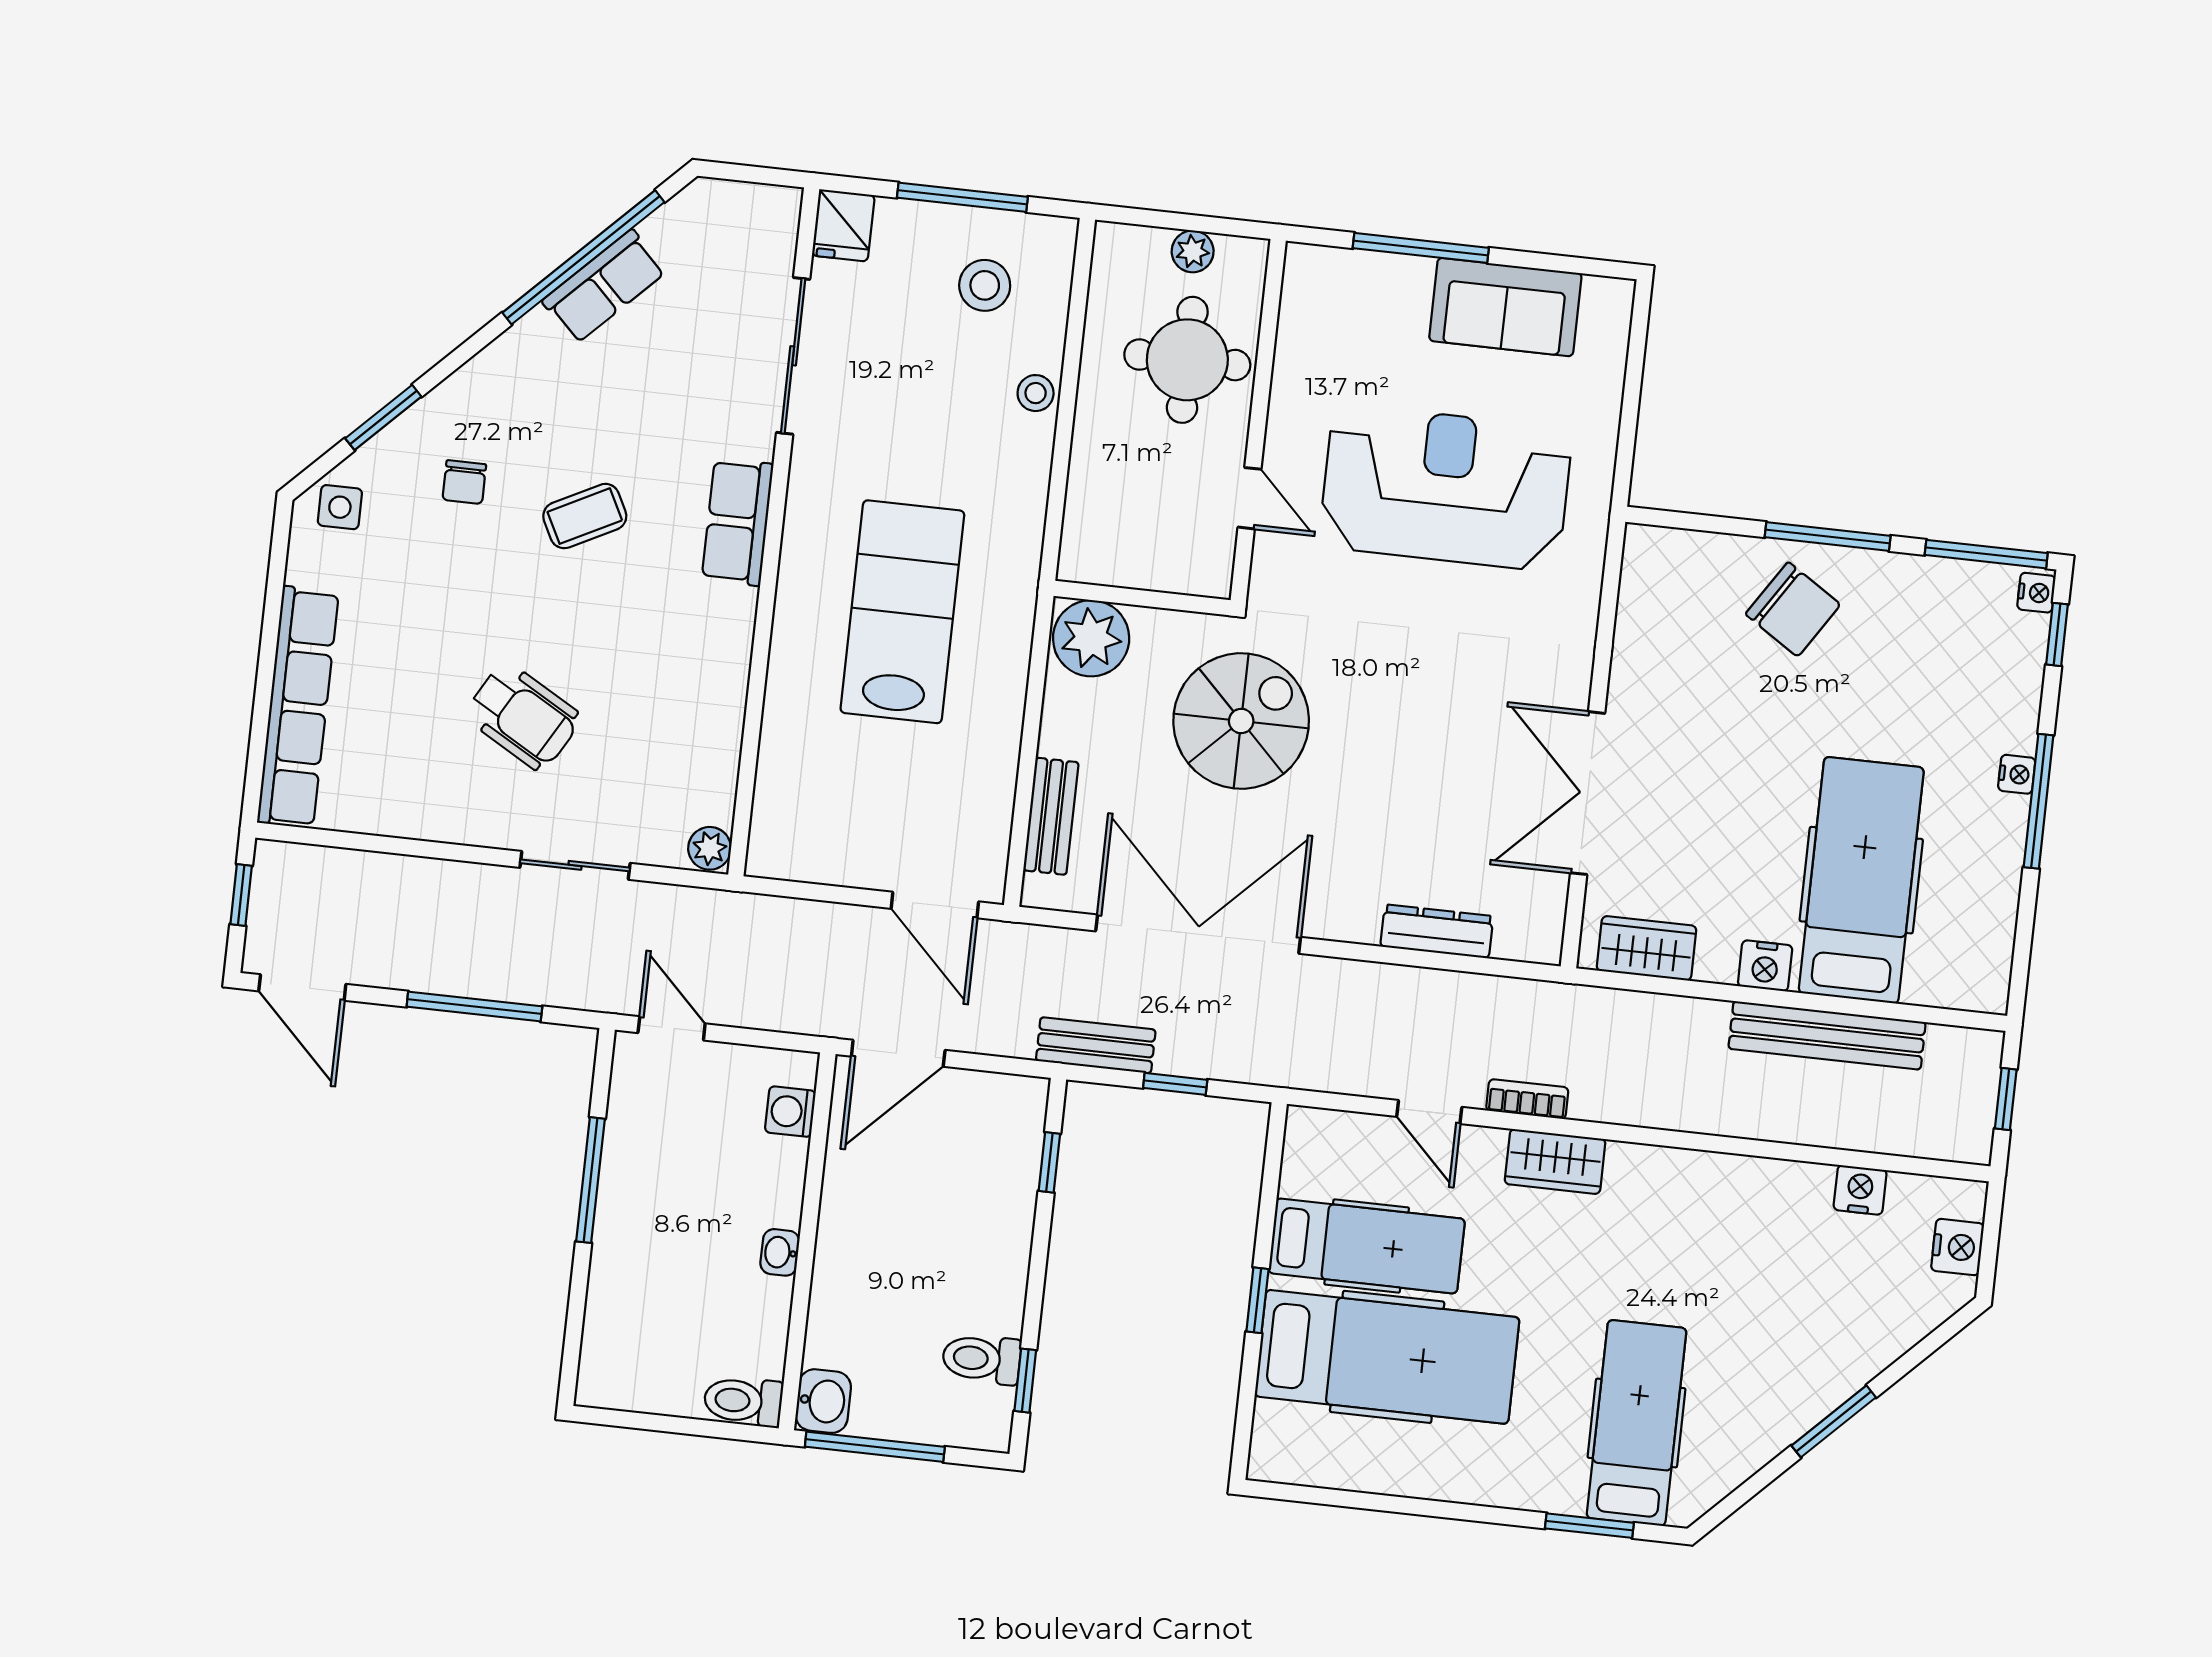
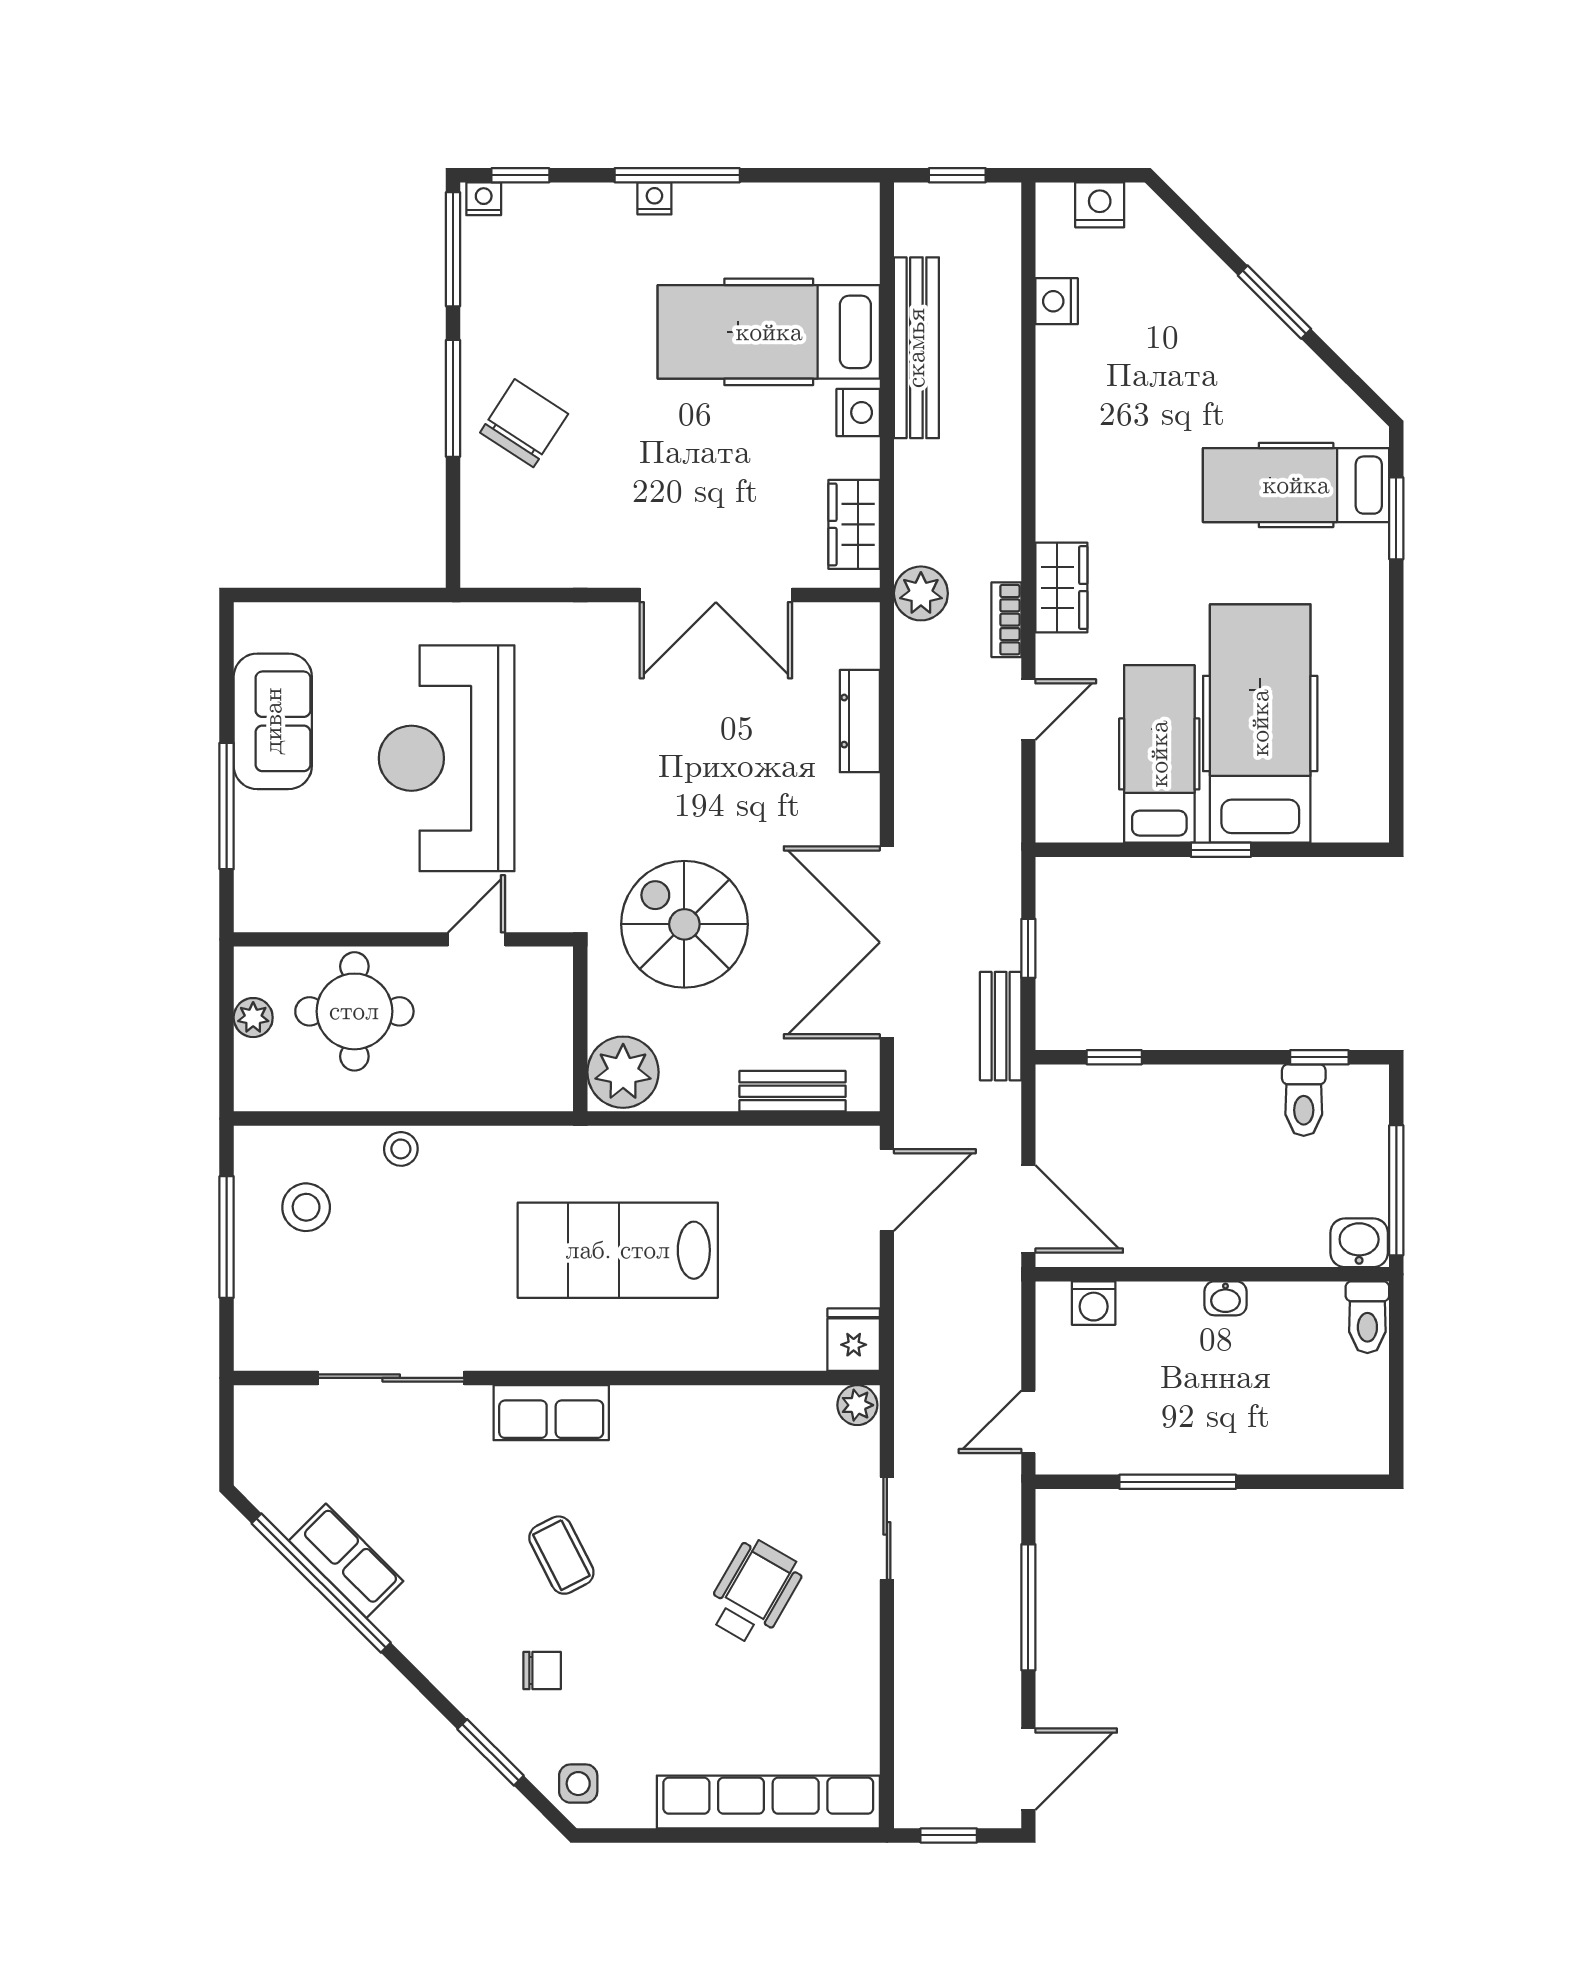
fridge: (843, 225) -> (854, 1340), moved, turned -90
plant: (1565, 1011) -> (921, 593), added

